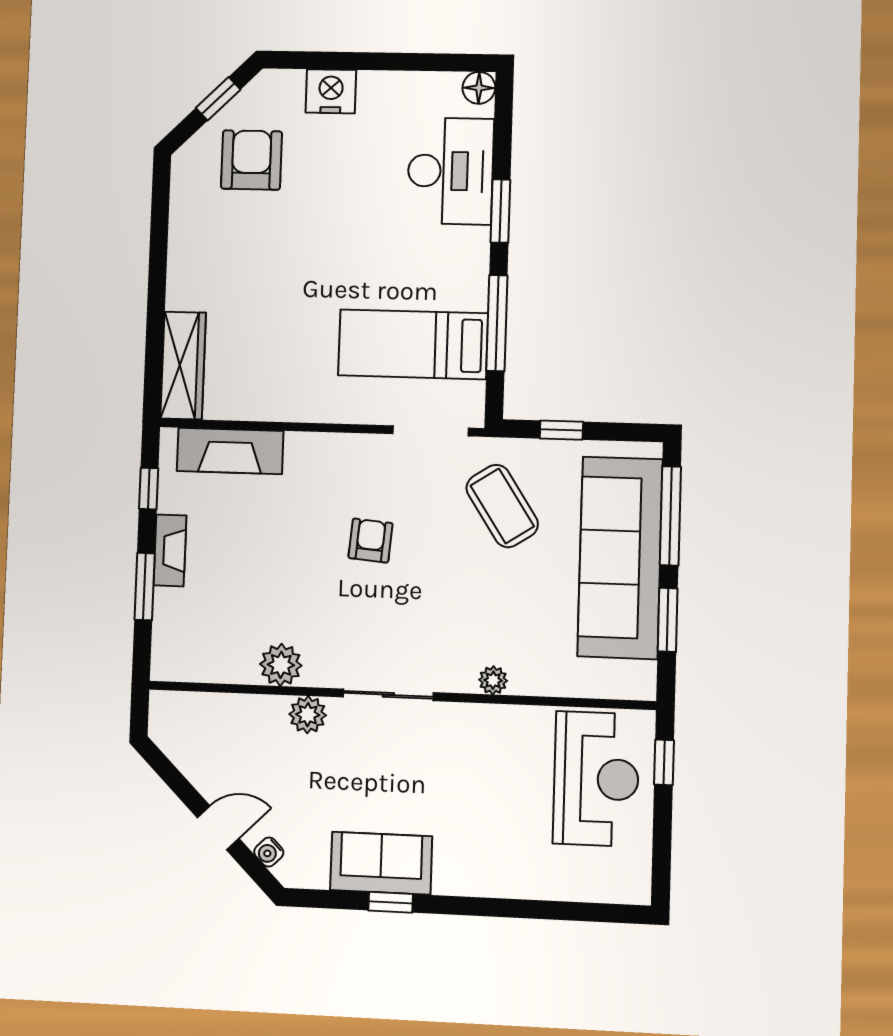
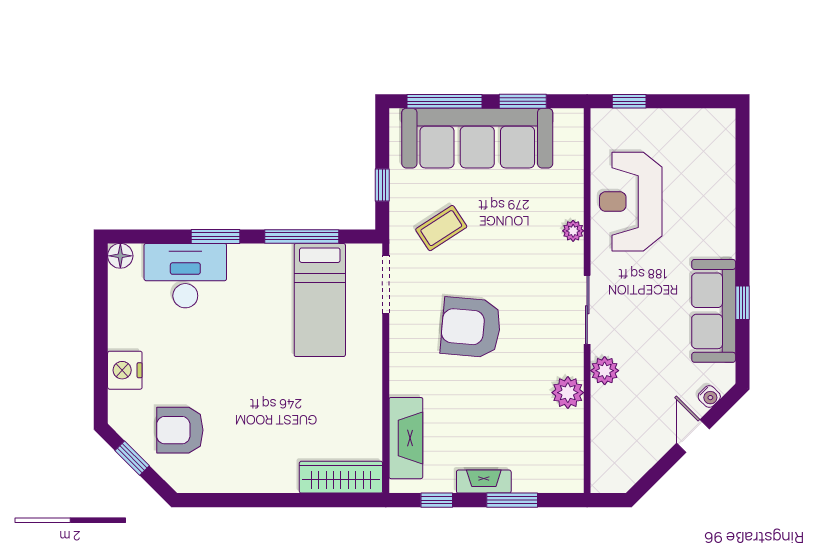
coffee table: (502, 506) -> (441, 228), width x0.73, depth x0.77
armchair: (371, 541) -> (471, 327), width x1.88, depth x1.88
reception desk: (596, 779) -> (631, 202), moved, turned -90
sofa: (381, 863) -> (714, 311), width x1.36

